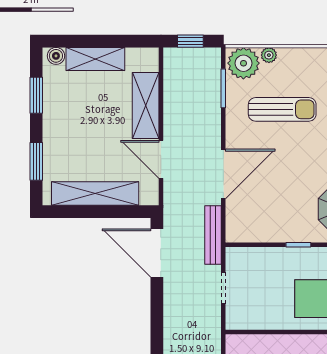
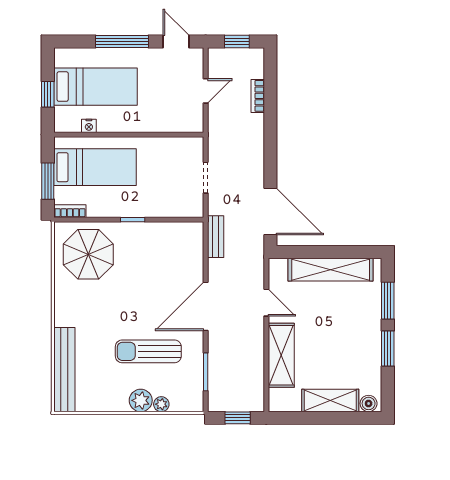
plant: (243, 63) -> (141, 400), moved, width x0.73, depth x0.73
window: (36, 95) -> (388, 348), moved
door: (161, 159) -> (266, 303), width x0.73
door: (223, 174) -> (206, 306), moved
bench: (213, 235) -> (216, 237), width x0.73

